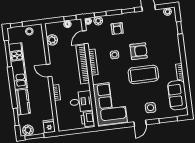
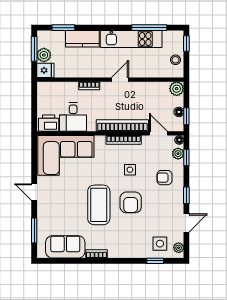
plant: (52, 40) -> (177, 89), moved
side table: (150, 108) -> (160, 244), moved
plant: (28, 130) -> (44, 55), moved

